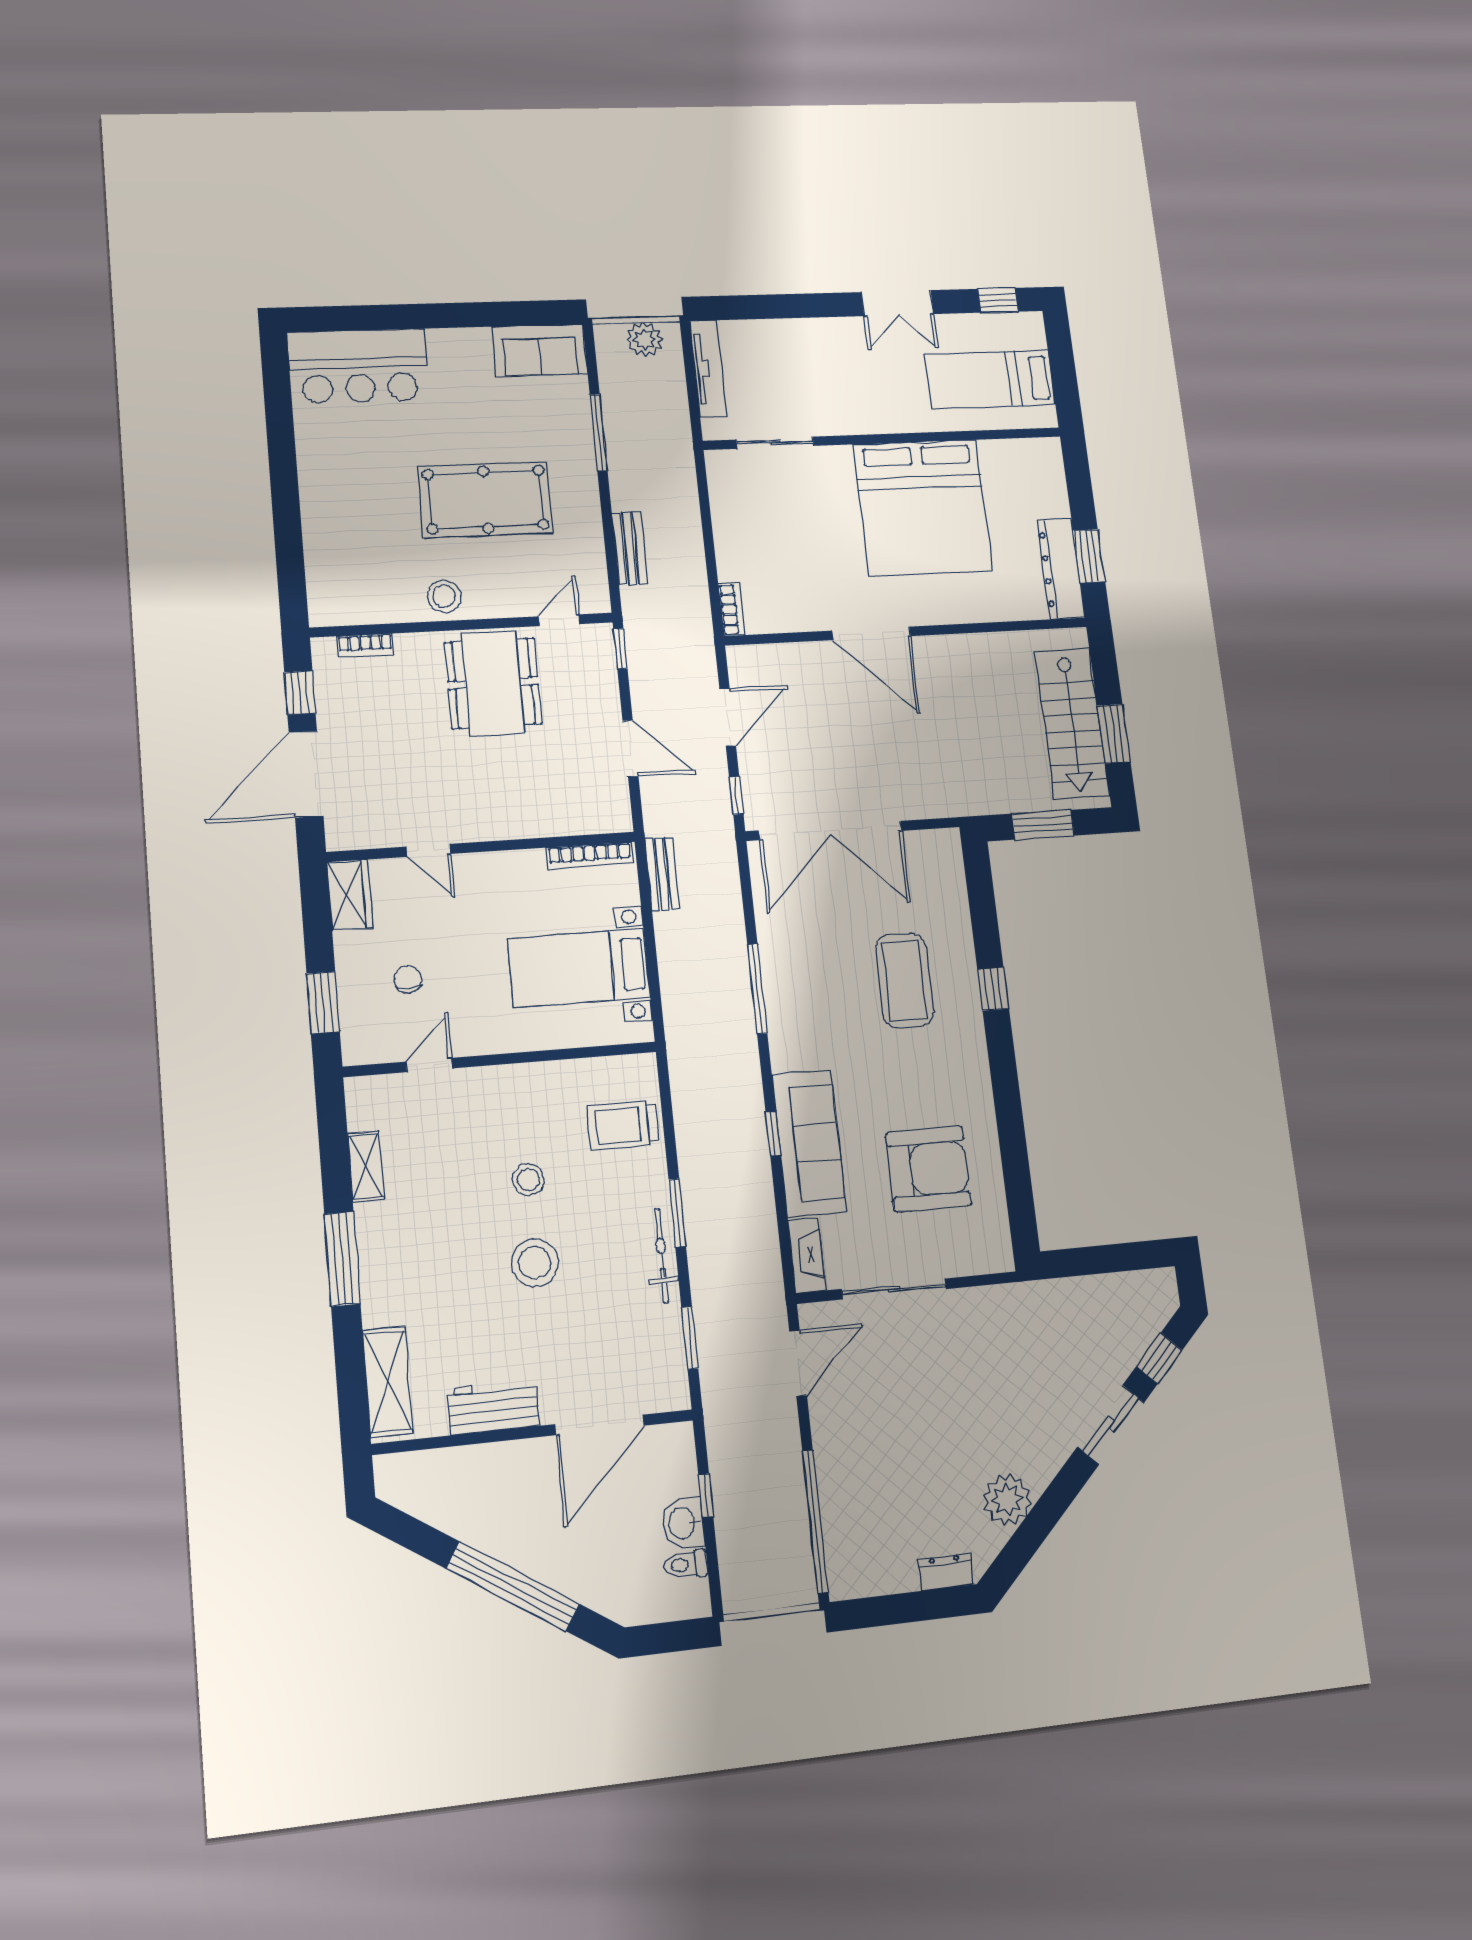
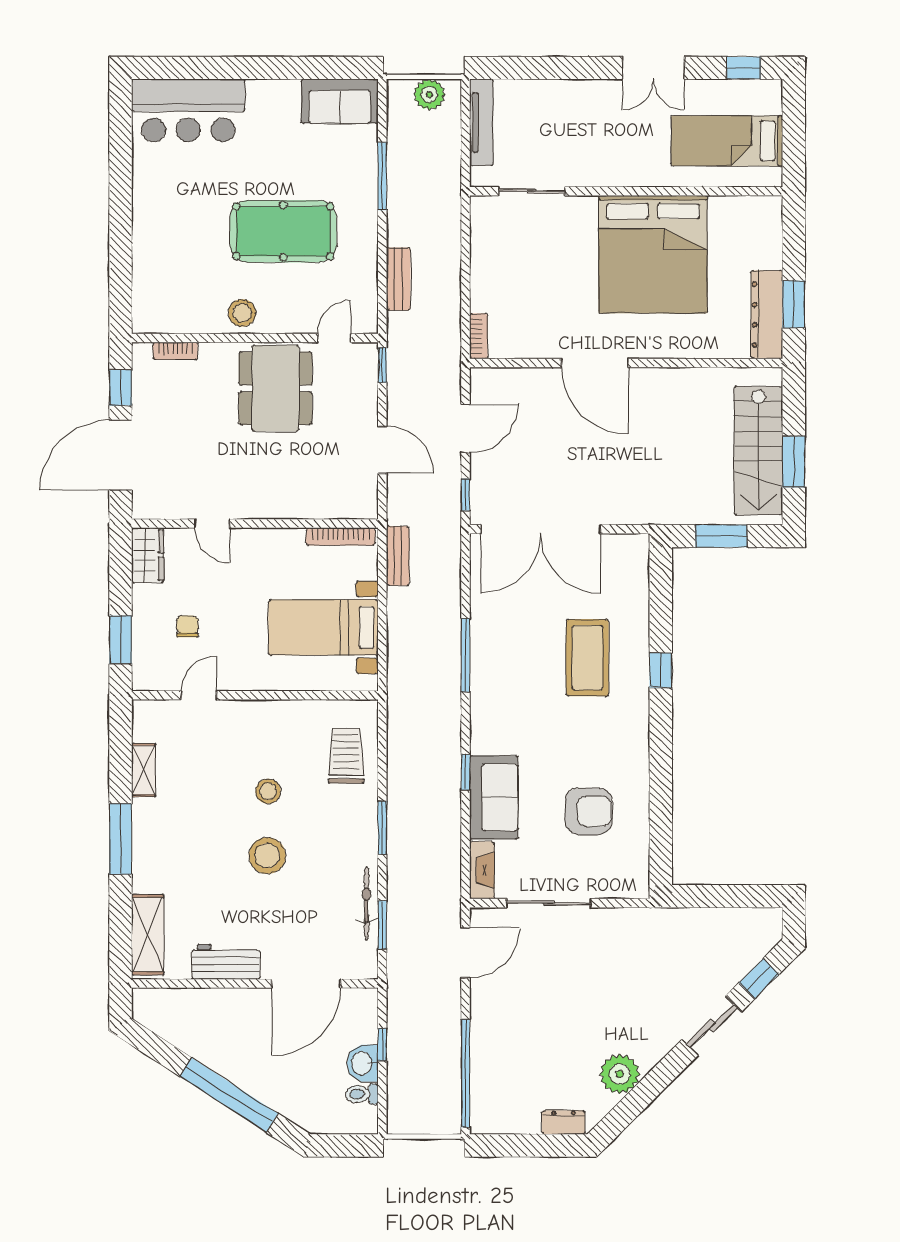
trolley: (623, 1125) -> (346, 756), turned 90
sofa: (809, 1143) -> (494, 797), width x0.73
armchair: (928, 1169) -> (589, 811), width x0.73, depth x0.73
bicycle: (662, 1255) -> (367, 903), moved

